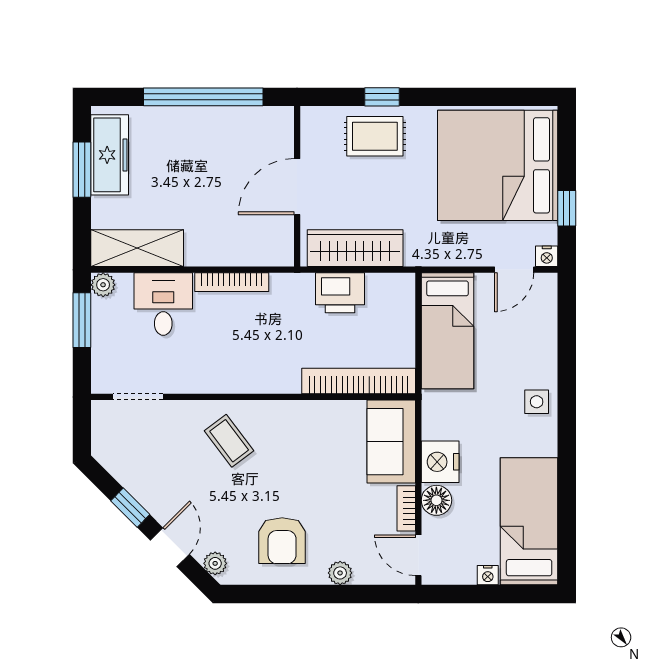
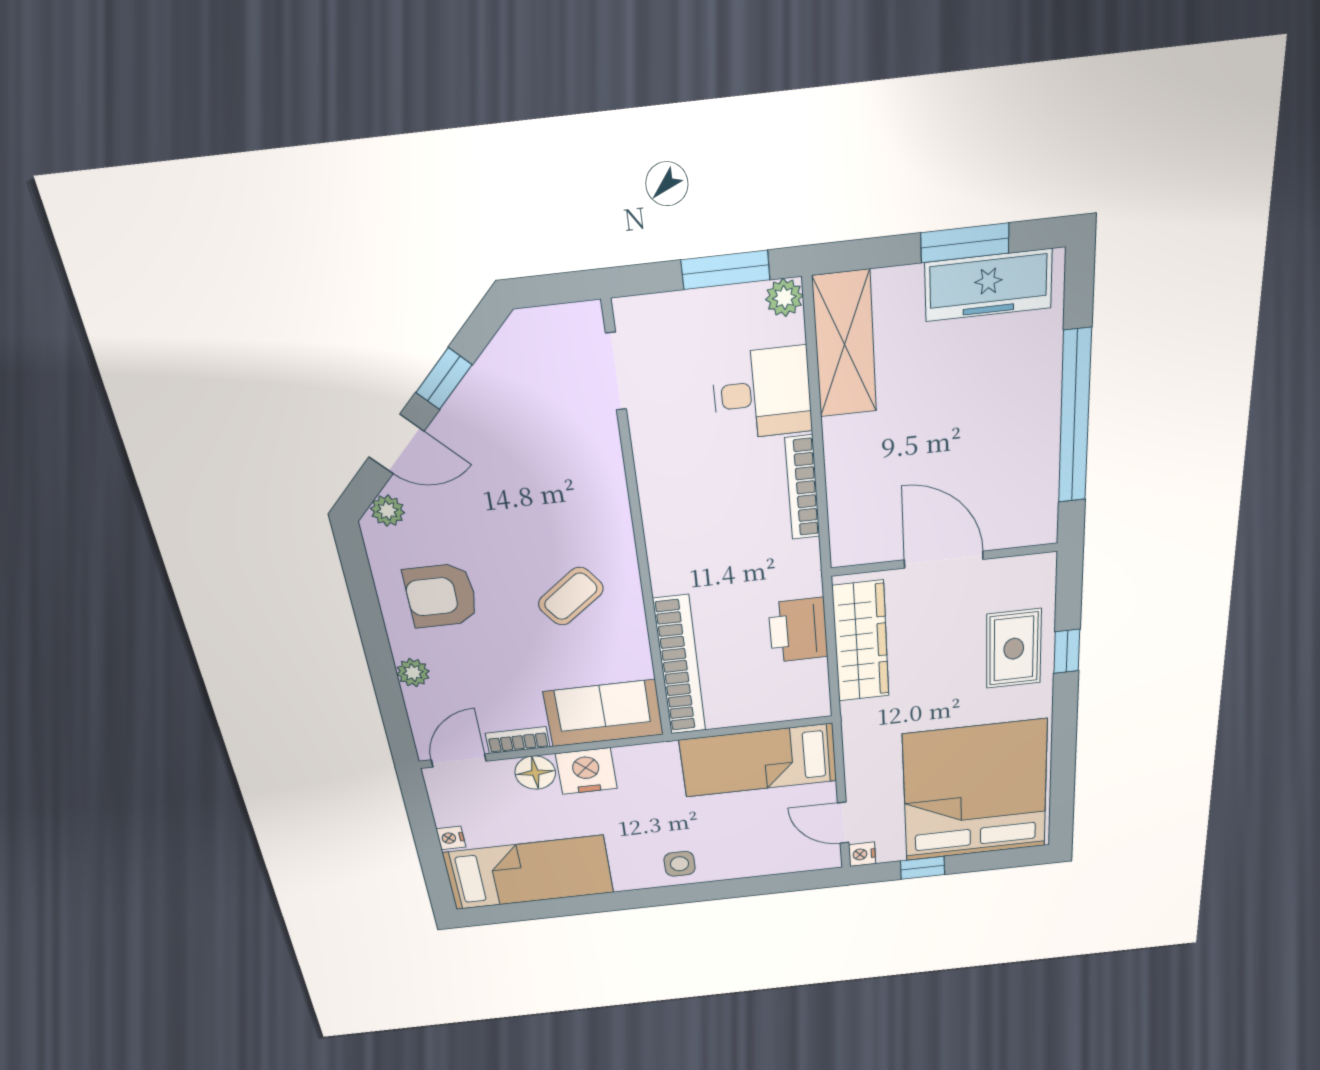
coffee table: (229, 441) -> (571, 596), moved

